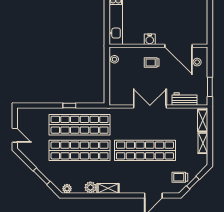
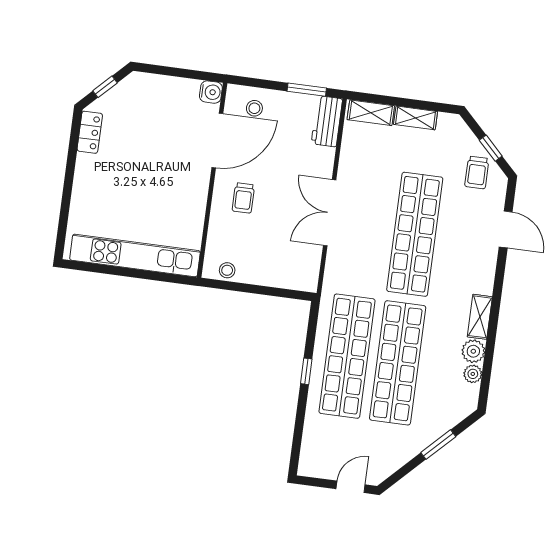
water cooler: (150, 39) -> (211, 92), moved
workbench: (185, 99) -> (327, 121), moved
plant: (67, 189) -> (473, 374), moved

